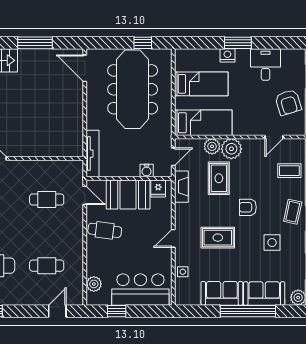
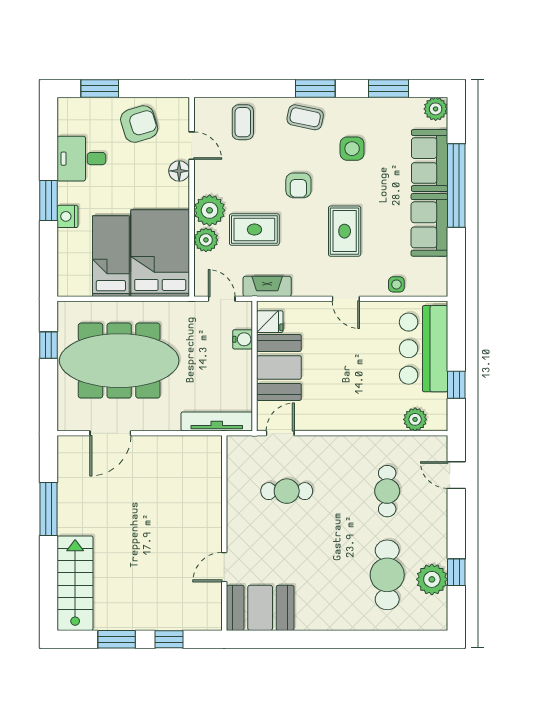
door: (85, 68) -> (110, 433), moved
bed: (203, 123) -> (160, 253), width x1.50
floor lamp: (257, 129) -> (179, 171), added
cafe table: (47, 200) -> (287, 491), turned 90
cafe table: (105, 230) -> (334, 403), removed

